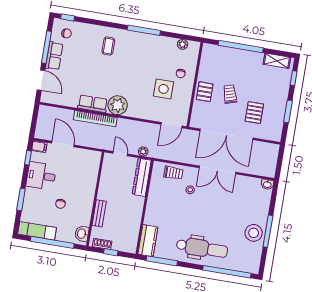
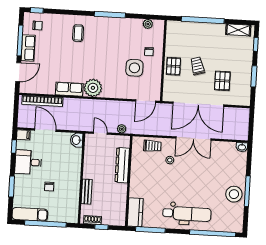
door: (41, 80) -> (18, 72), hinge flipped
bookcase: (95, 119) -> (42, 101), moved
dresser: (142, 177) -> (122, 165), moved
washbasin: (82, 234) -> (77, 140), moved

